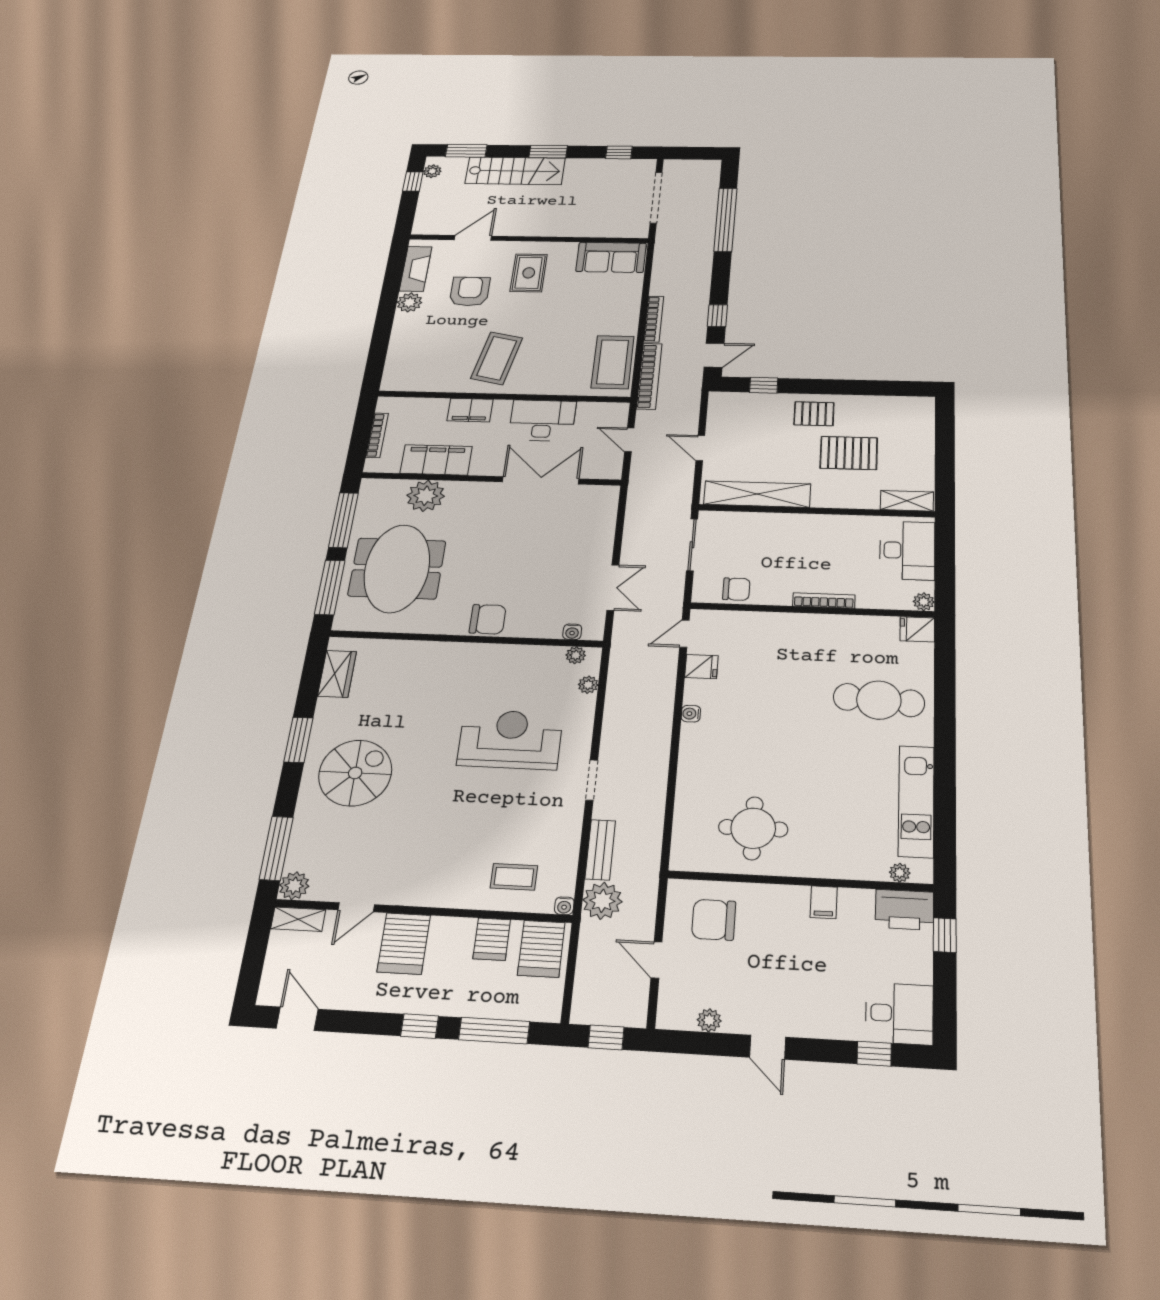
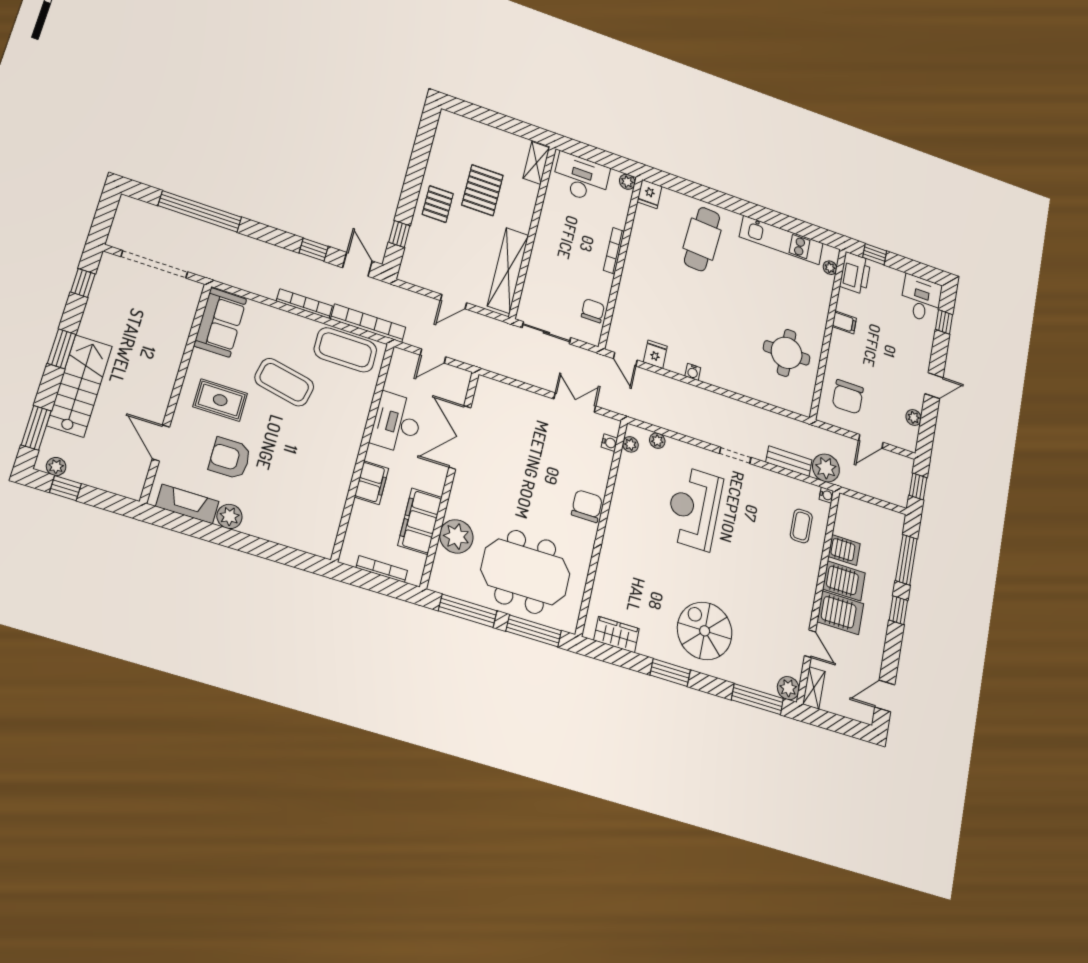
coffee table: (497, 358) -> (284, 382), moved
server rack: (541, 949) -> (844, 581), moved

